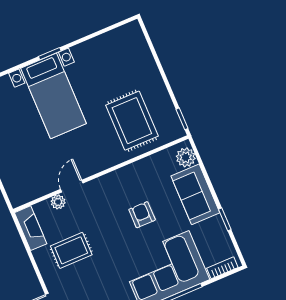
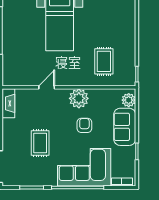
rug: (132, 121) -> (104, 61), width x0.73, depth x0.70
plant: (58, 202) -> (79, 98), moved, width x1.88, depth x1.88
rug: (71, 250) -> (40, 143), moved, turned 90

